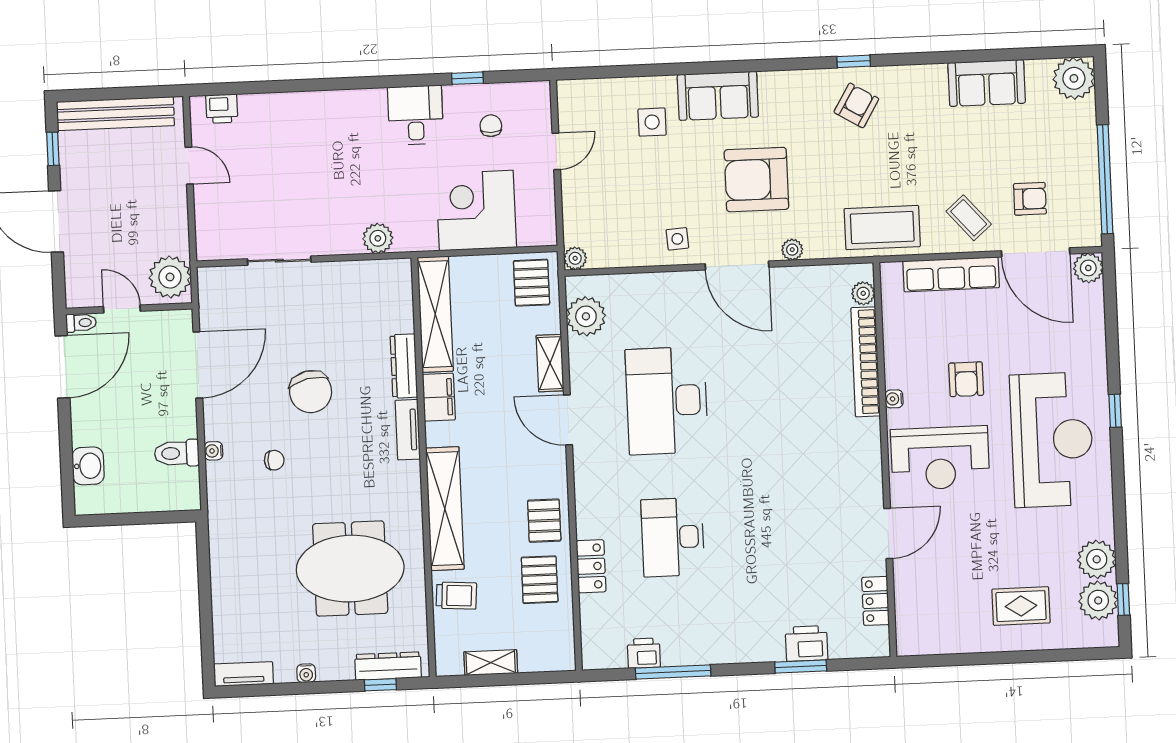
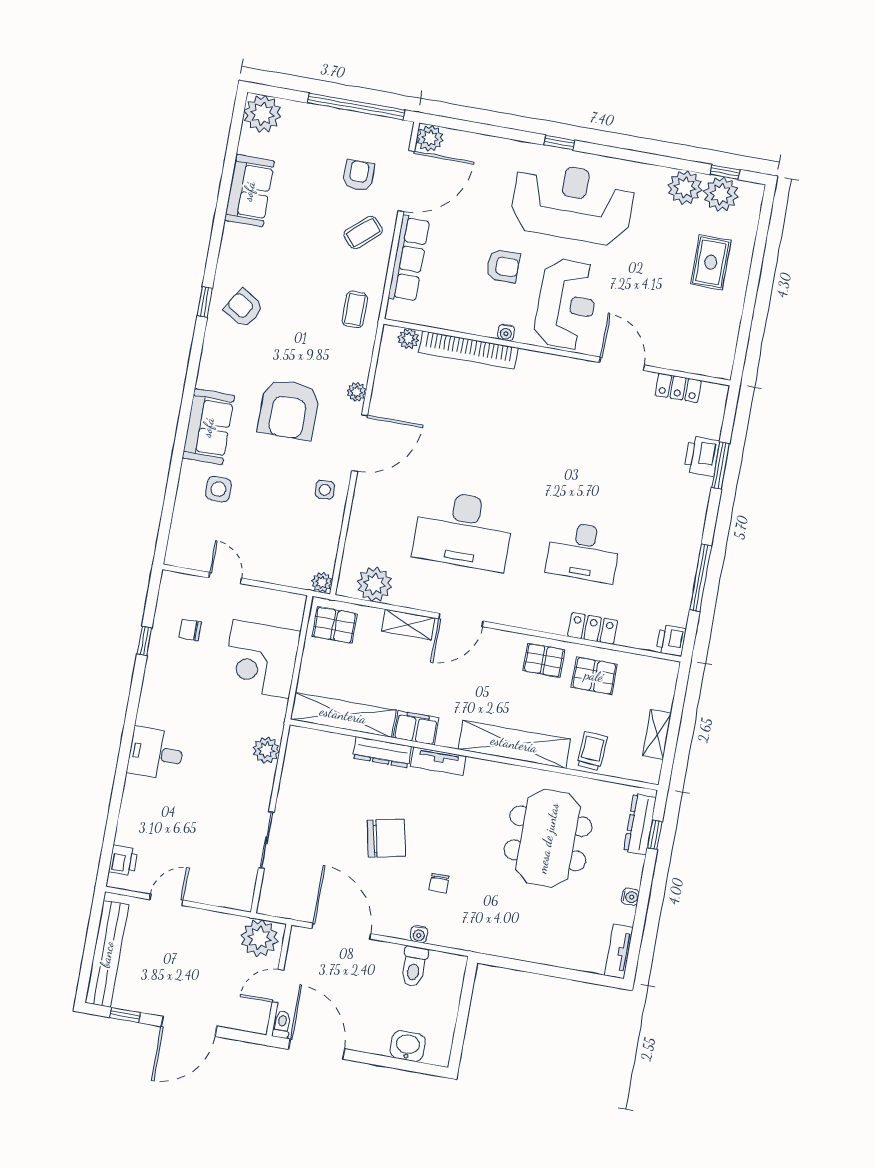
desk: (416, 115) -> (156, 753), moved
coffee table: (882, 228) -> (355, 309), width x0.54, depth x0.58
chair: (274, 460) -> (439, 883), turned 180
printer: (644, 653) -> (671, 640), moved

